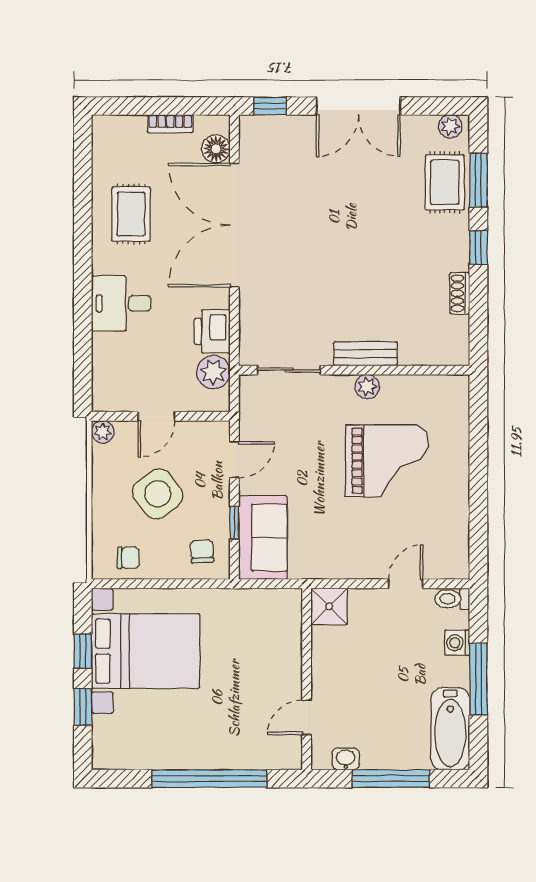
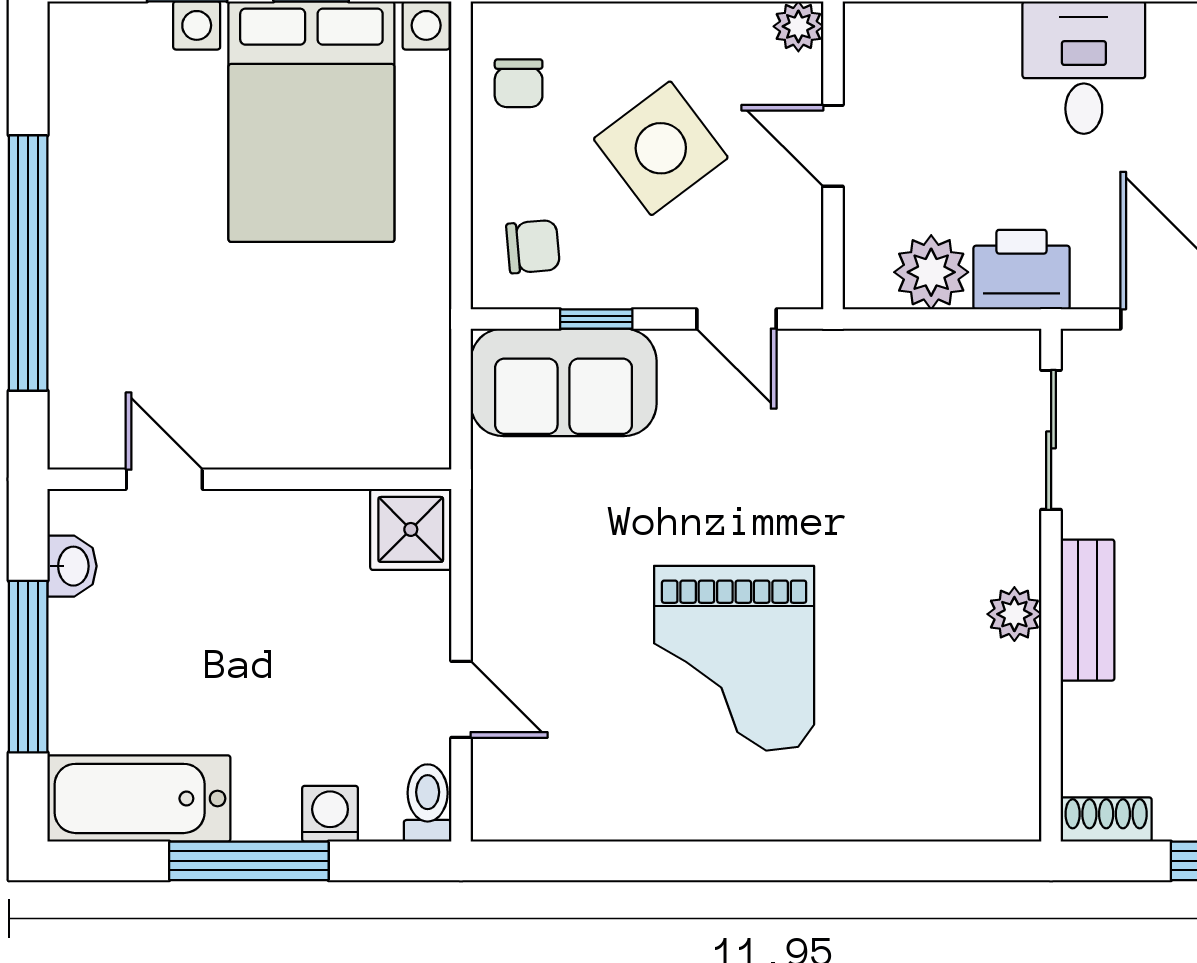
bench: (365, 354) -> (1088, 610), moved
sliding door: (289, 370) -> (1051, 440), moved
wall: (354, 370) -> (1051, 585), moved
plant: (367, 387) -> (1014, 614), moved

